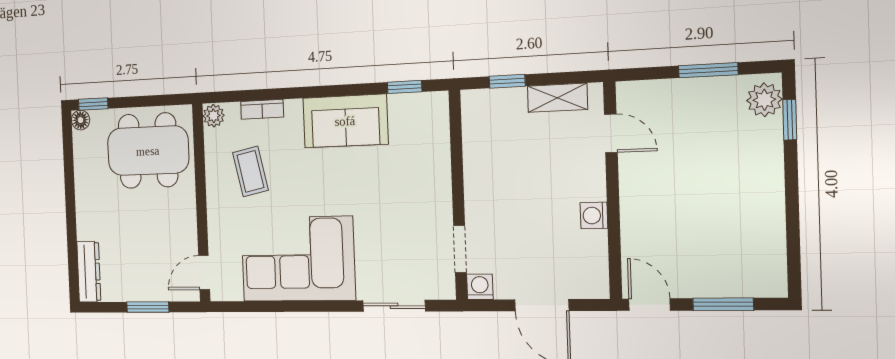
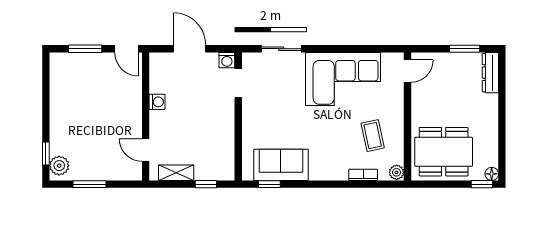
sofa: (345, 121) -> (281, 165), moved
window: (148, 307) -> (465, 49), moved

